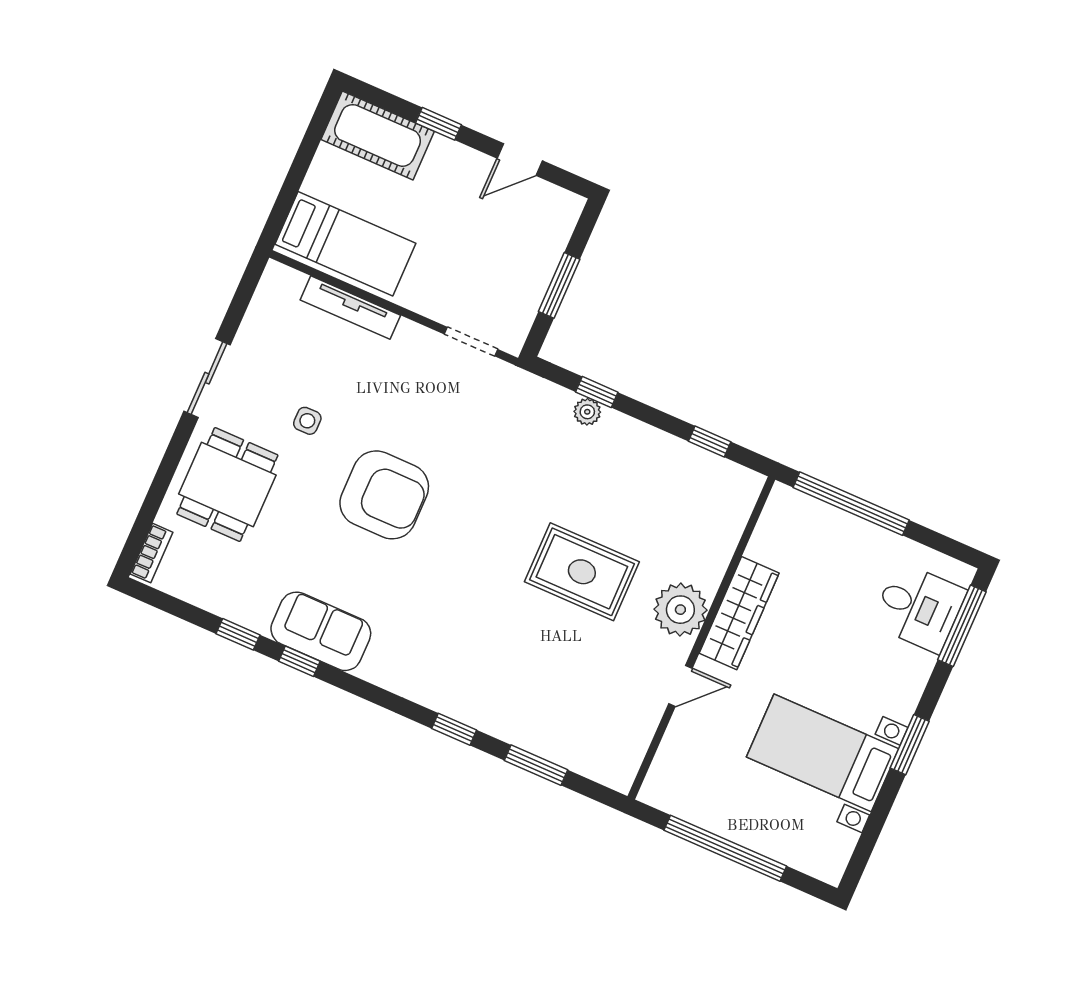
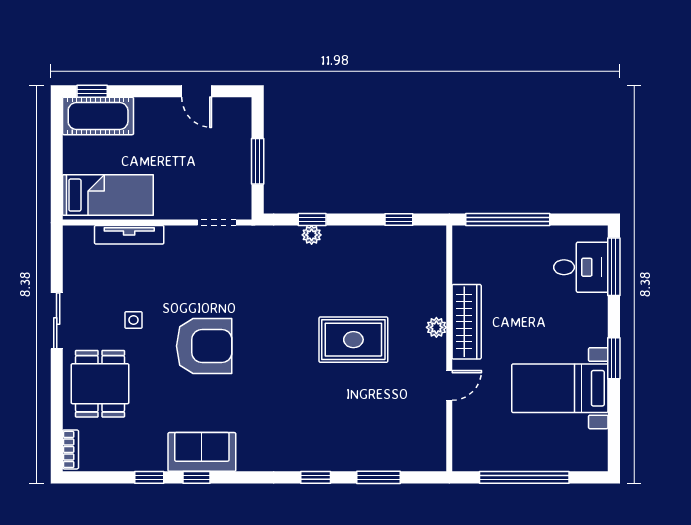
window: (439, 124) -> (92, 91), moved
door: (520, 159) -> (197, 91), hinge flipped
plant: (680, 610) -> (436, 327), width x0.53, depth x0.53

